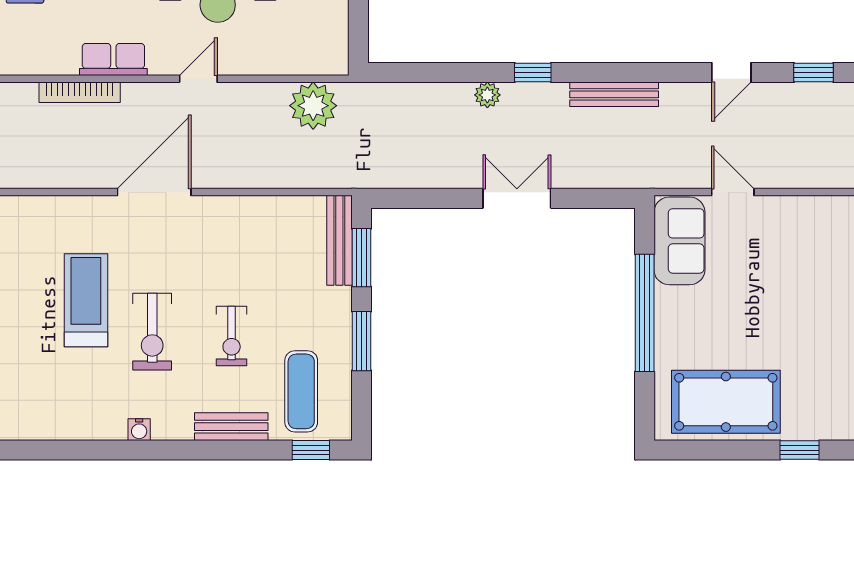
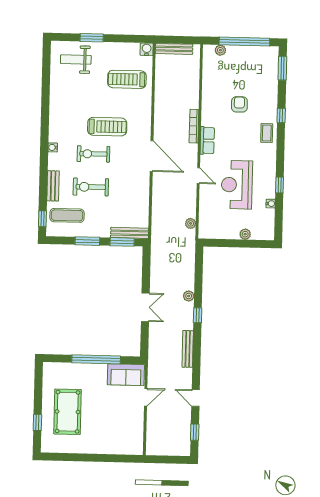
plant: (313, 106) -> (191, 223), width x0.53, depth x0.53
exercise bike: (232, 336) -> (91, 187), width x1.38, depth x1.39
pool table: (726, 402) -> (68, 412), moved

